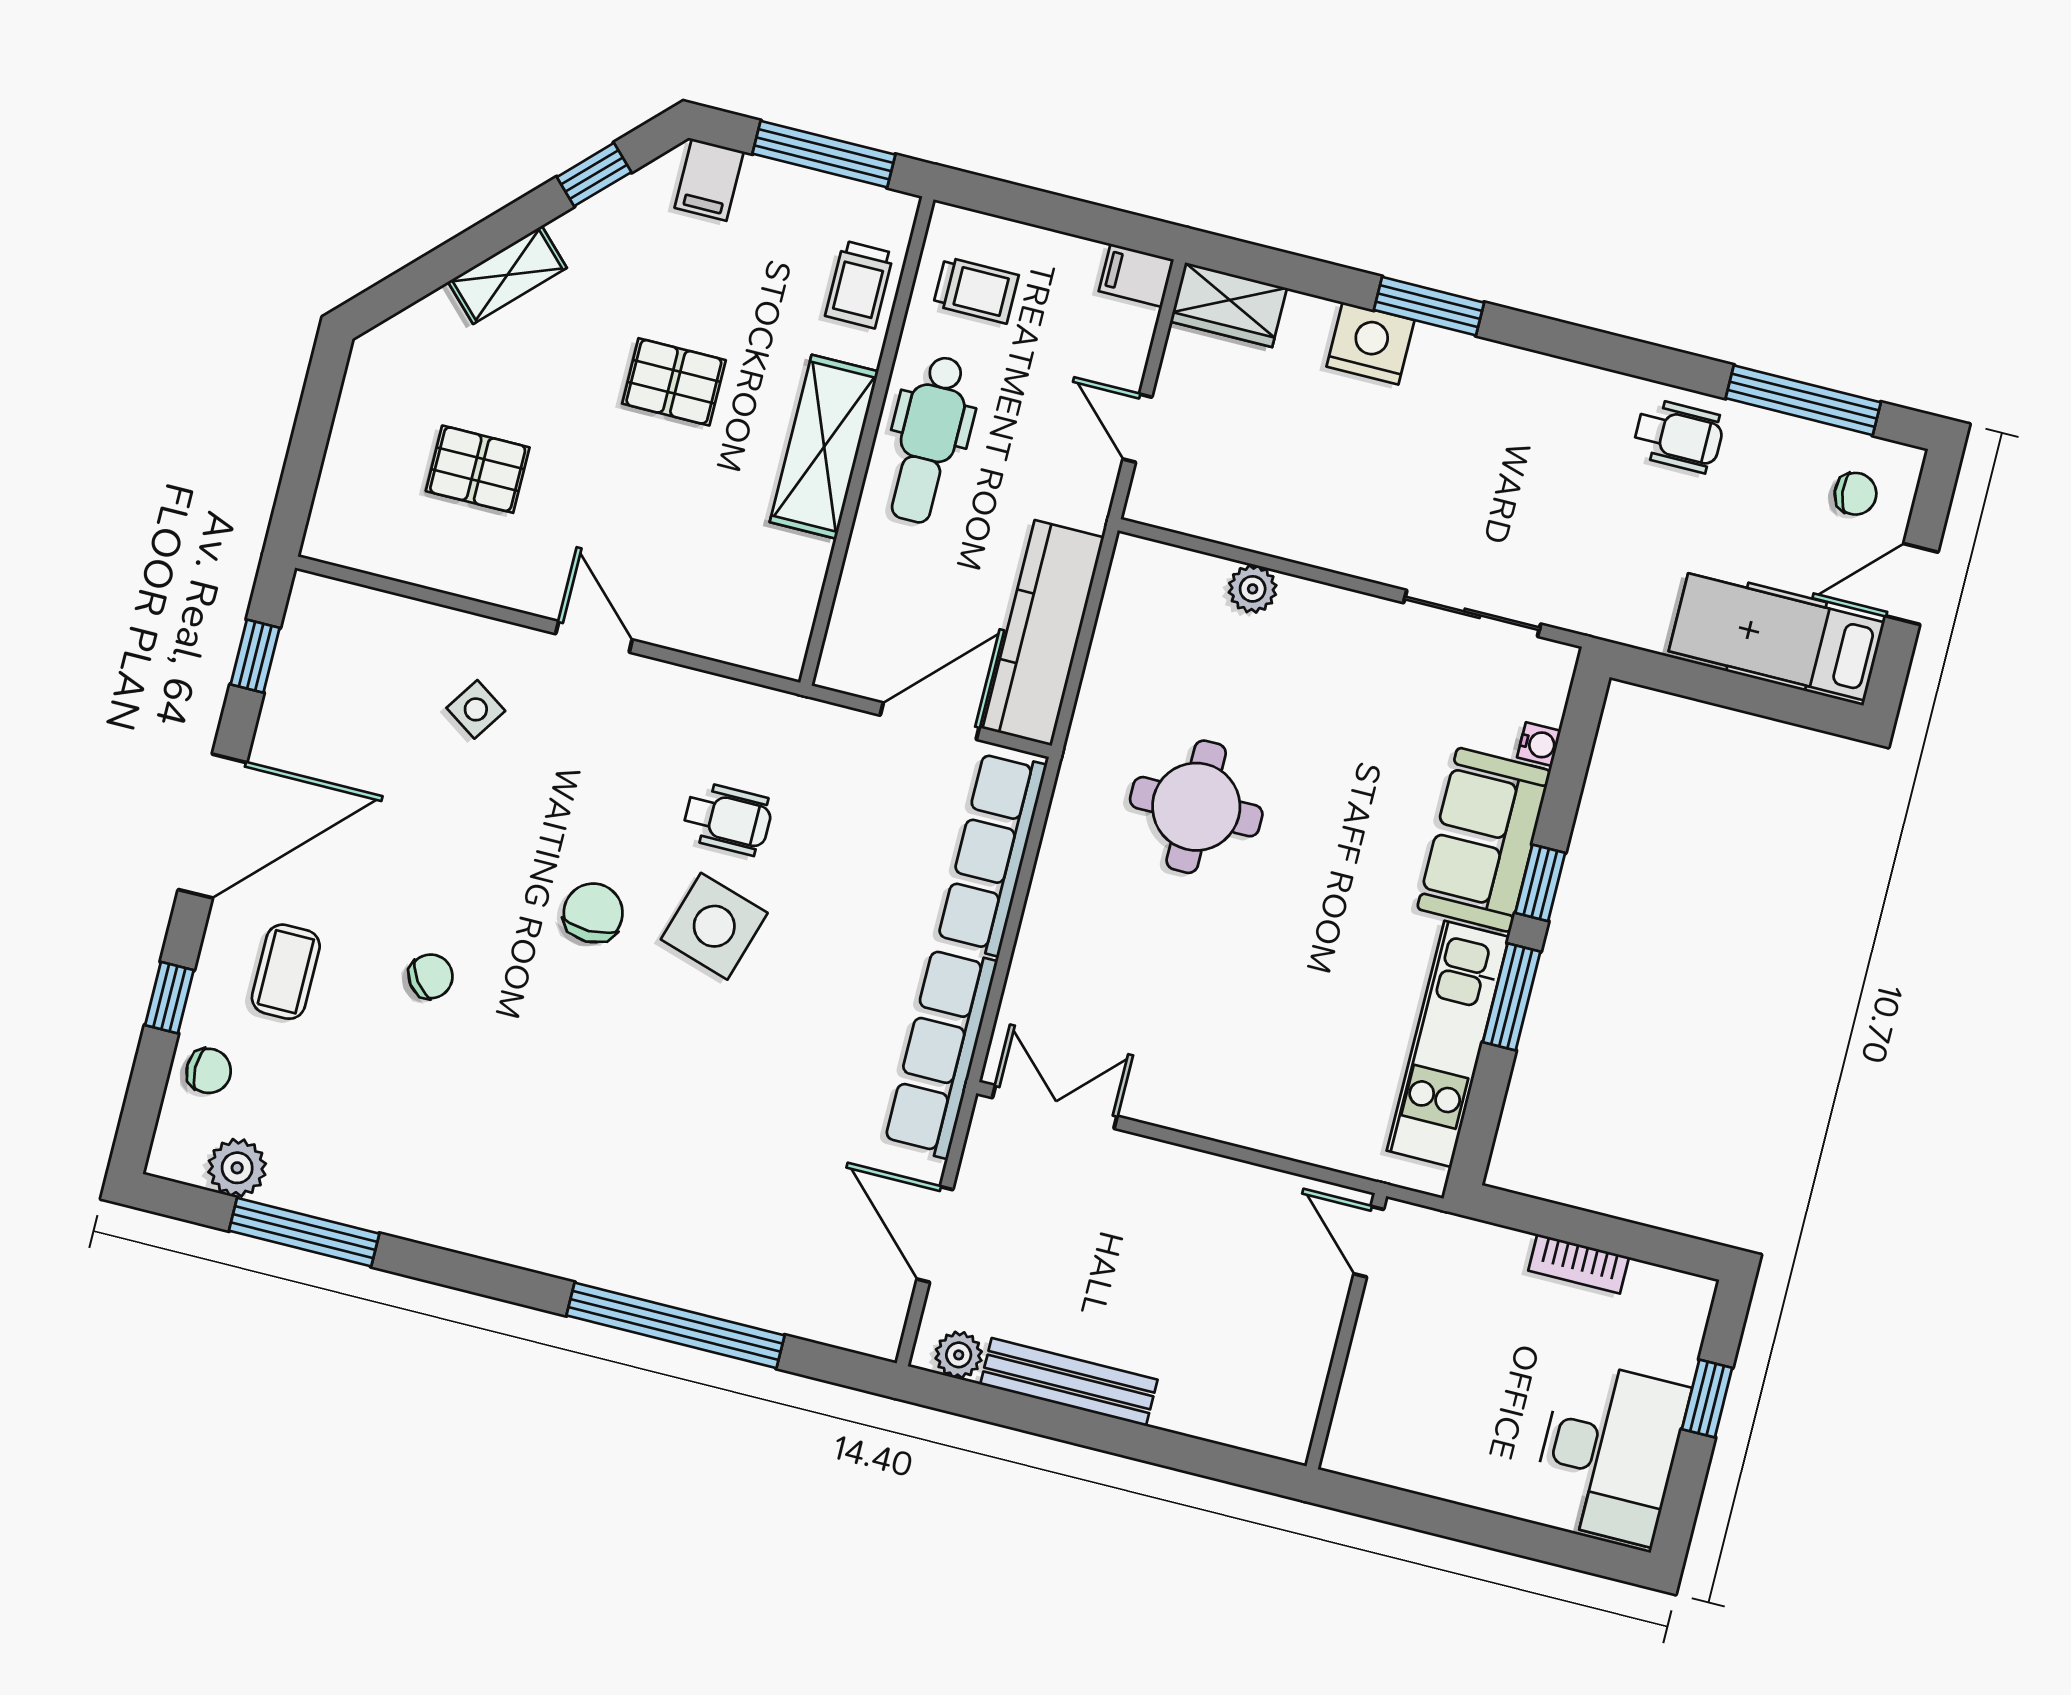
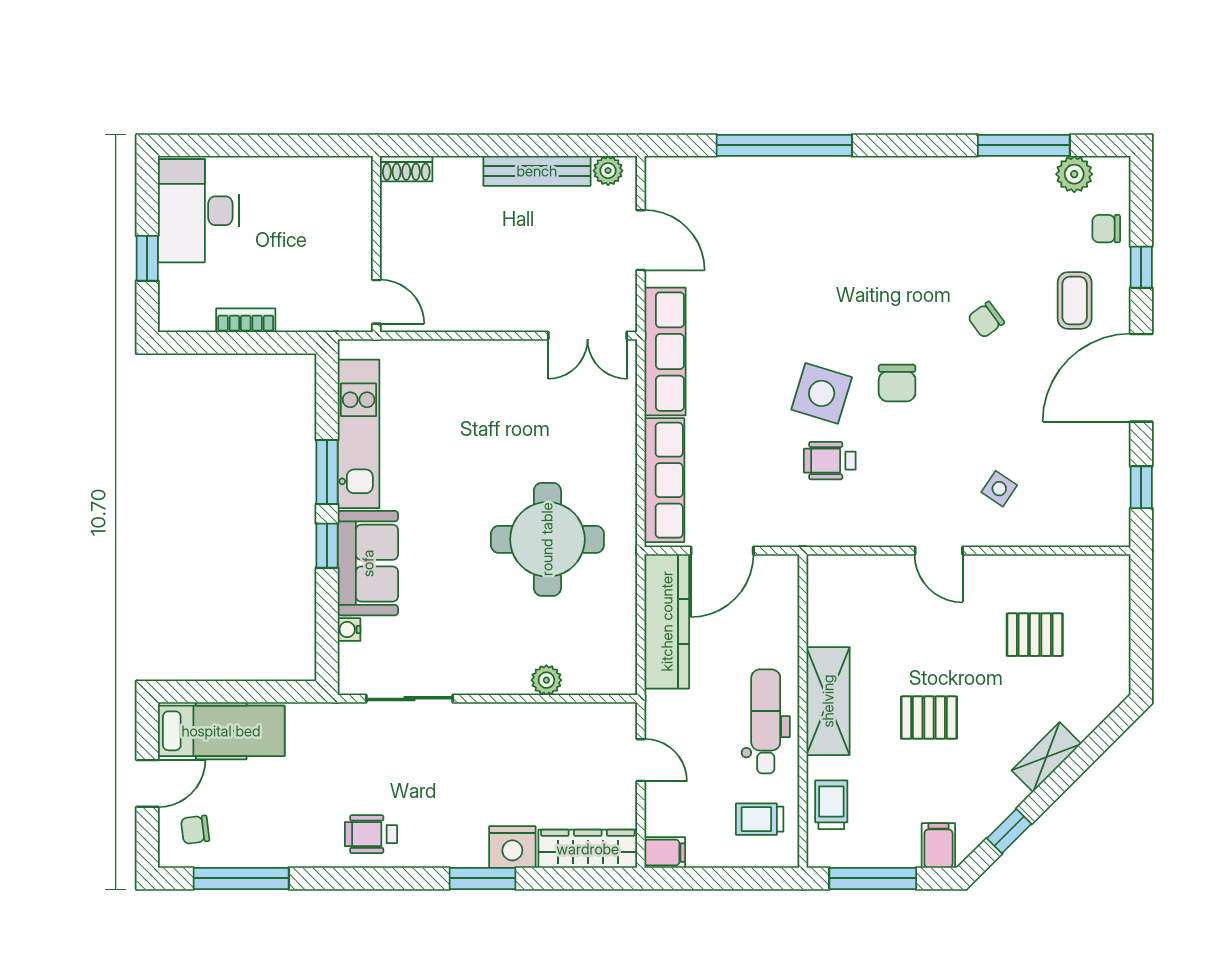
wardrobe: (1229, 305) -> (588, 849), width x1.50
wheelchair: (1679, 436) -> (371, 834), moved
round table: (1196, 807) -> (547, 539), width x1.36, depth x1.36
shoe rack: (1271, 1436) -> (406, 169), added

